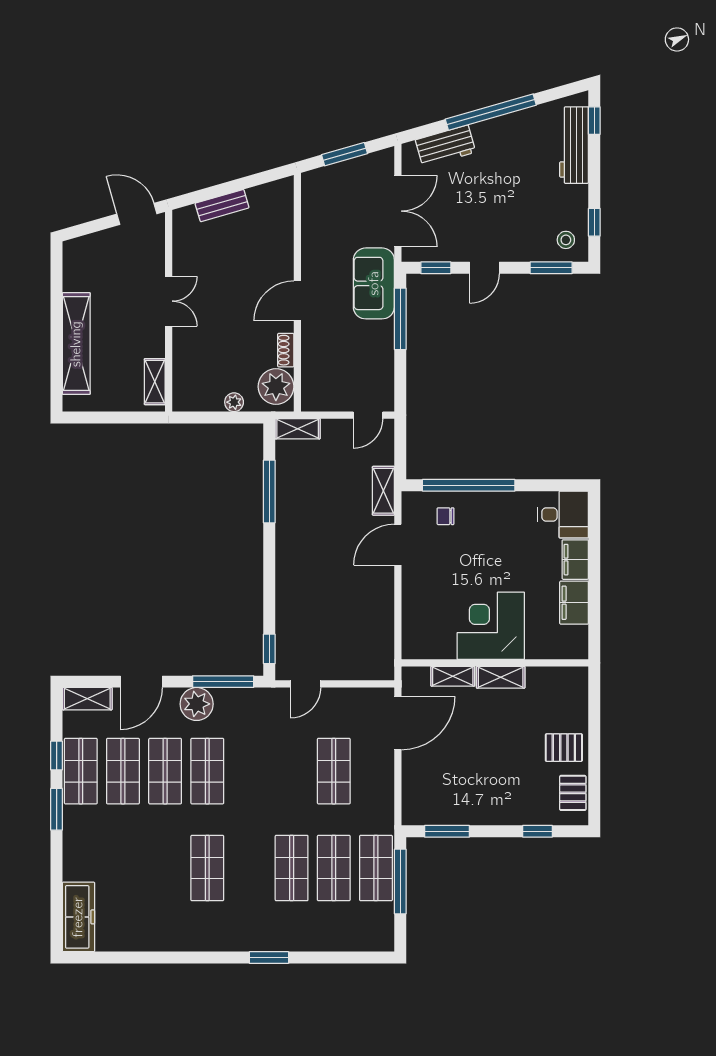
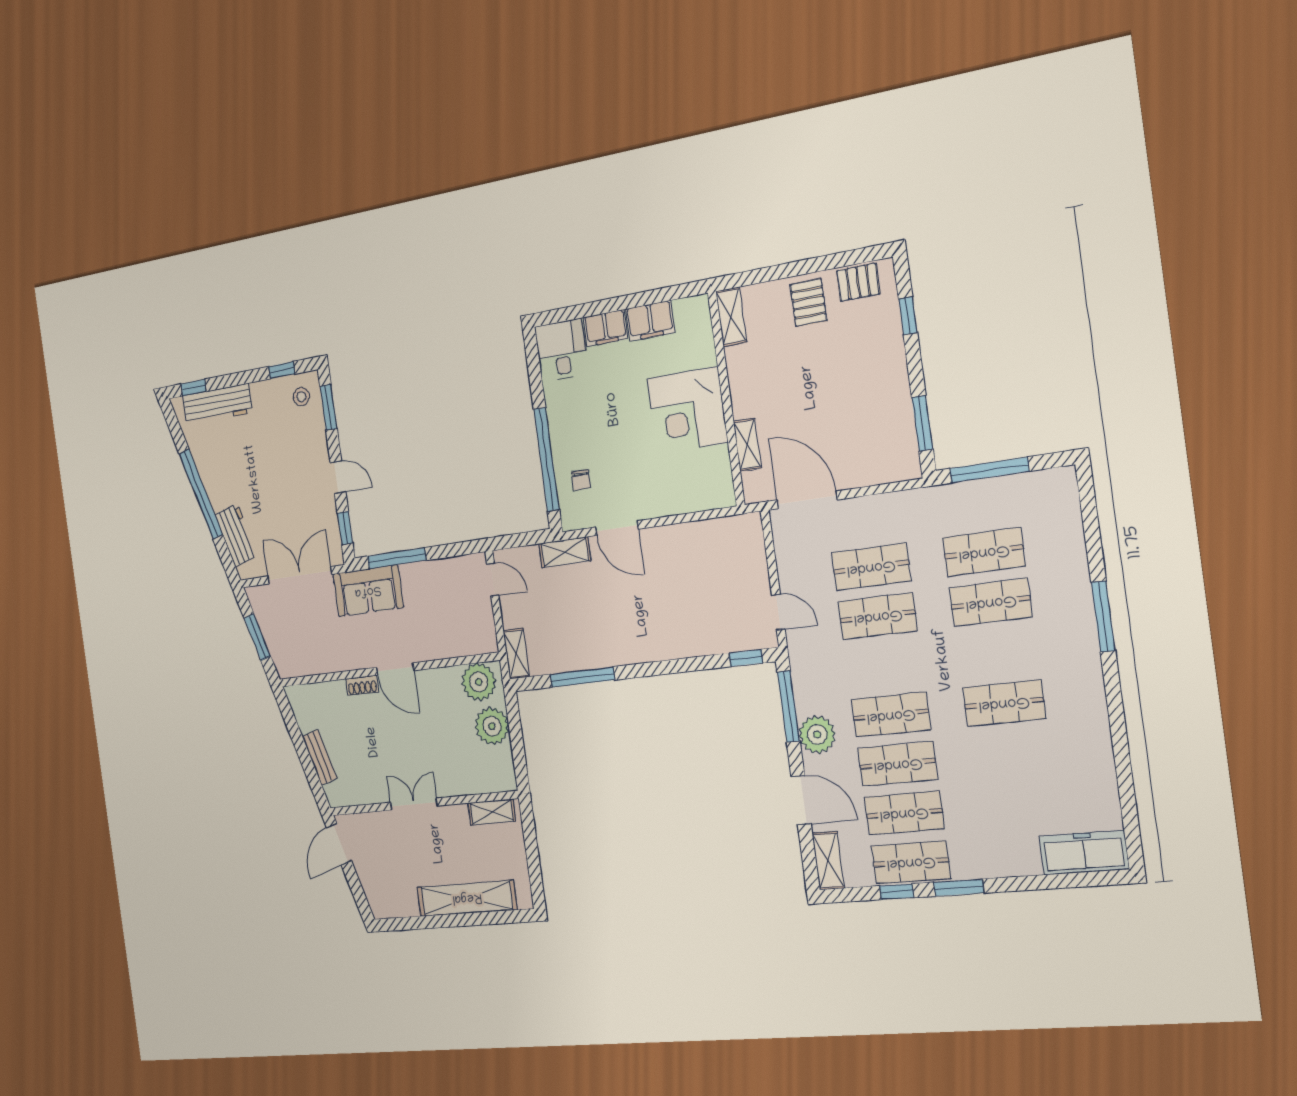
shoe rack: (286, 350) -> (362, 685), moved
plant: (234, 402) -> (492, 726), width x1.88, depth x1.88
shelving: (501, 677) -> (731, 317), moved
shop shelf: (376, 868) -> (878, 616), moved
window: (269, 957) -> (1103, 617), width x1.44

